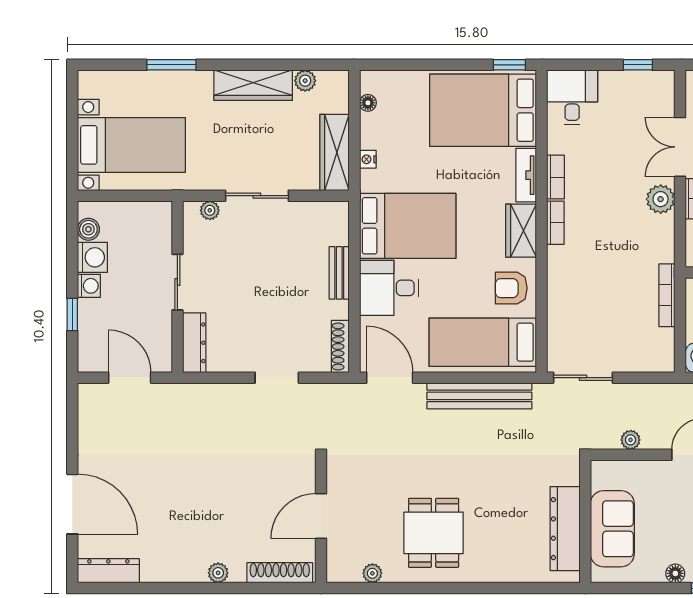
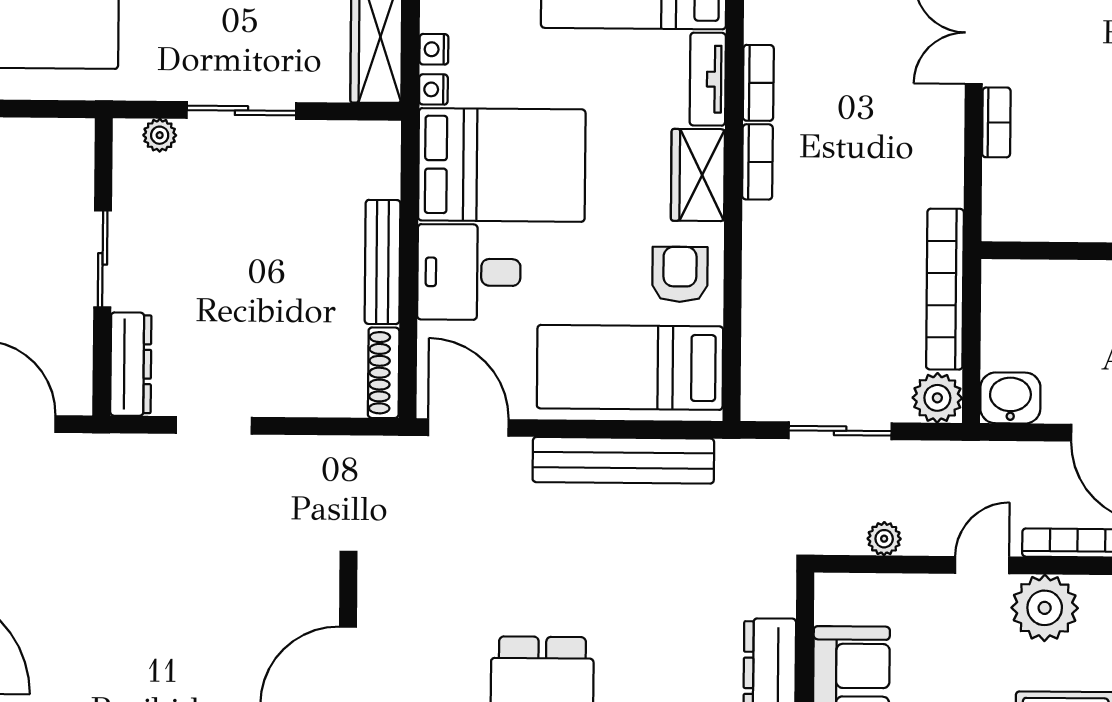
nightstand: (368, 183) -> (433, 89), added
plant: (661, 199) -> (937, 398), moved
bench: (339, 273) -> (383, 262), width x1.36
armchair: (511, 288) -> (680, 274), turned 90
bookcase: (667, 295) -> (945, 289), width x1.48, depth x1.31
doorway: (277, 378) -> (214, 425), moved
sliding door: (583, 378) -> (840, 431), moved

